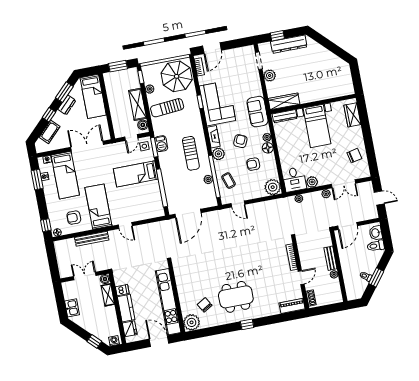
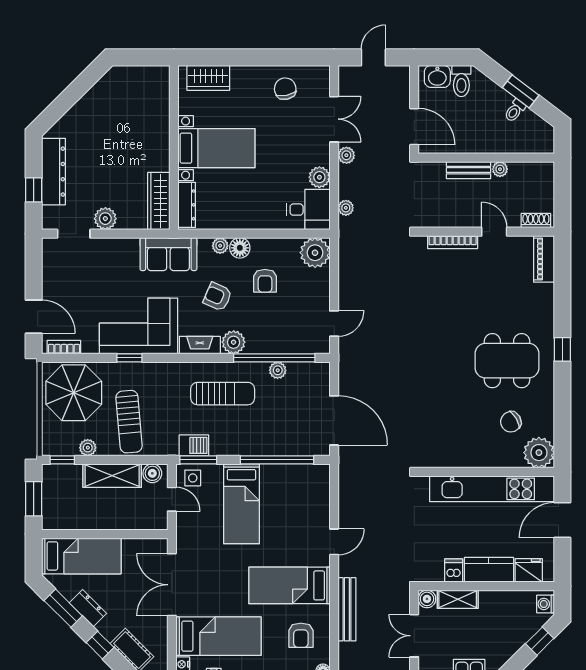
coffee table: (229, 181) -> (287, 333), removed
dining table: (236, 297) -> (507, 361), turned 90

